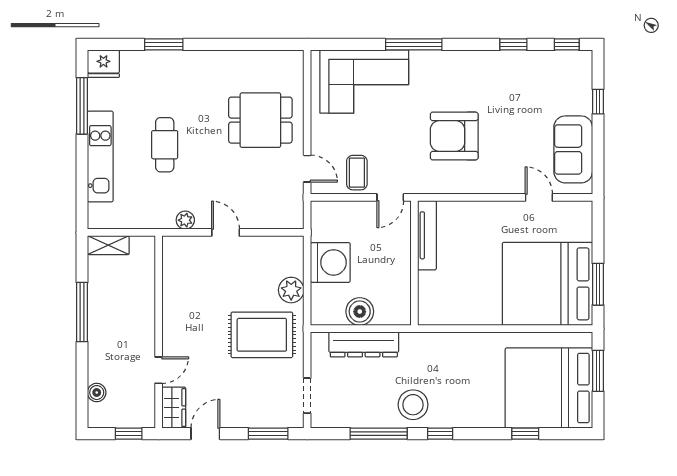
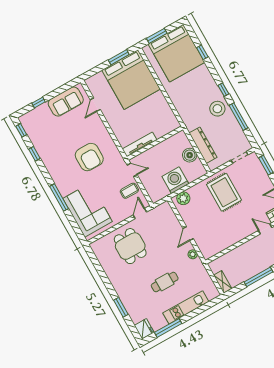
plant: (291, 290) -> (183, 198), moved

